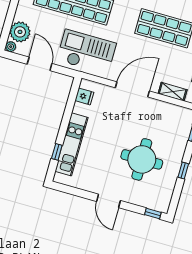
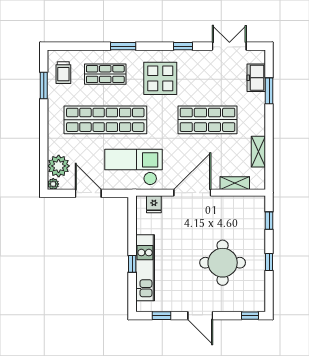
fridge: (84, 96) -> (154, 204), moved, turned 90
window: (57, 152) -> (132, 264), moved
window: (74, 191) -> (161, 316), added

